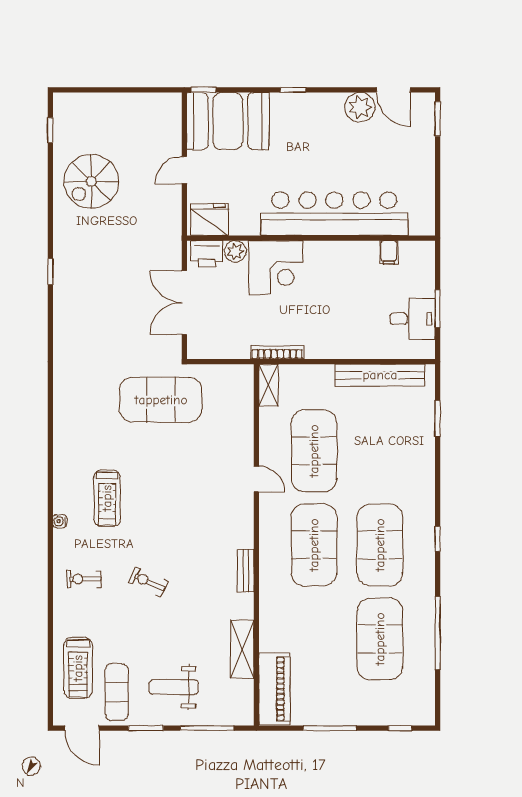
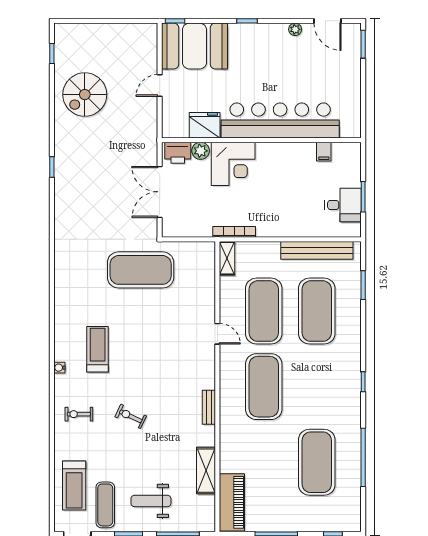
plant: (360, 107) -> (295, 29), width x0.53, depth x0.53
fridge: (210, 220) -> (205, 125), moved
treadmill: (107, 498) -> (98, 349), turned 180
exercise mat: (380, 545) -> (317, 311), moved

